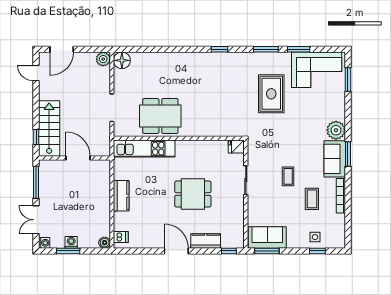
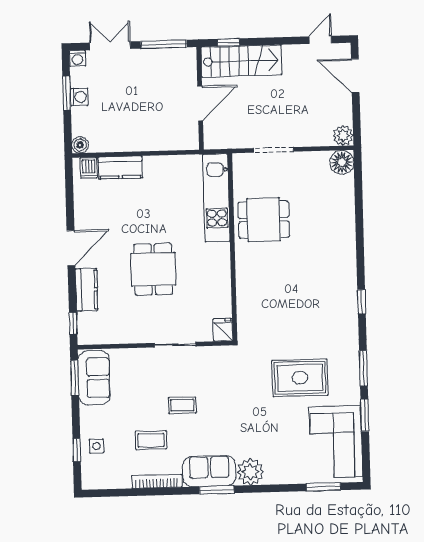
dining table: (160, 116) -> (264, 220), width x0.73
kitchen counter: (121, 196) -> (120, 167), moved

